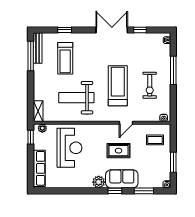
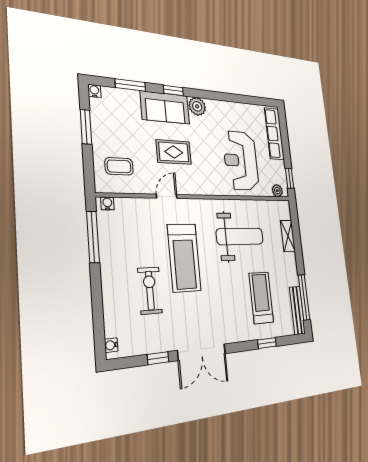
window: (173, 70) -> (93, 237), moved
exercise bike: (150, 85) -> (150, 291), moved
shelving: (38, 111) -> (288, 236), moved

